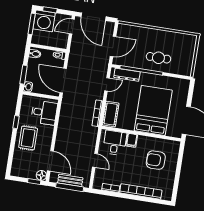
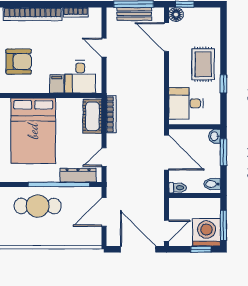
cafe table: (158, 58) -> (38, 206), width x1.37, depth x1.35

